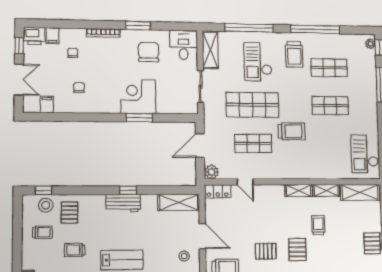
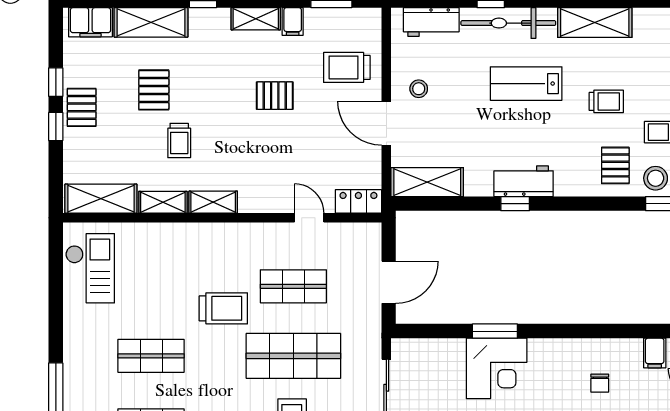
trolley: (292, 131) -> (223, 308), turned 180
plant: (211, 172) -> (369, 235), removed
pallet: (297, 250) -> (154, 90), moved

